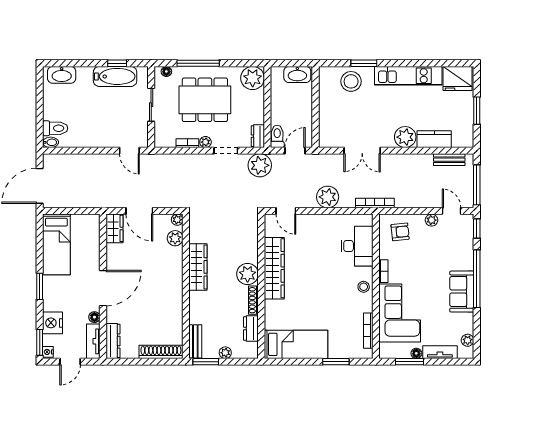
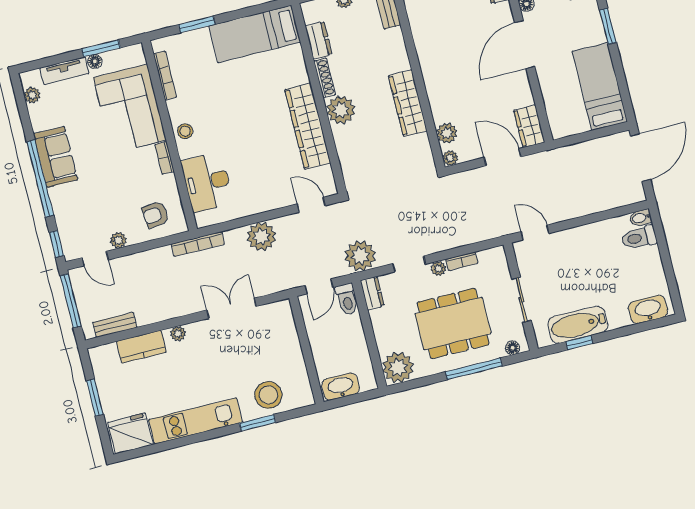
plant: (405, 137) -> (178, 334), width x0.53, depth x0.53

